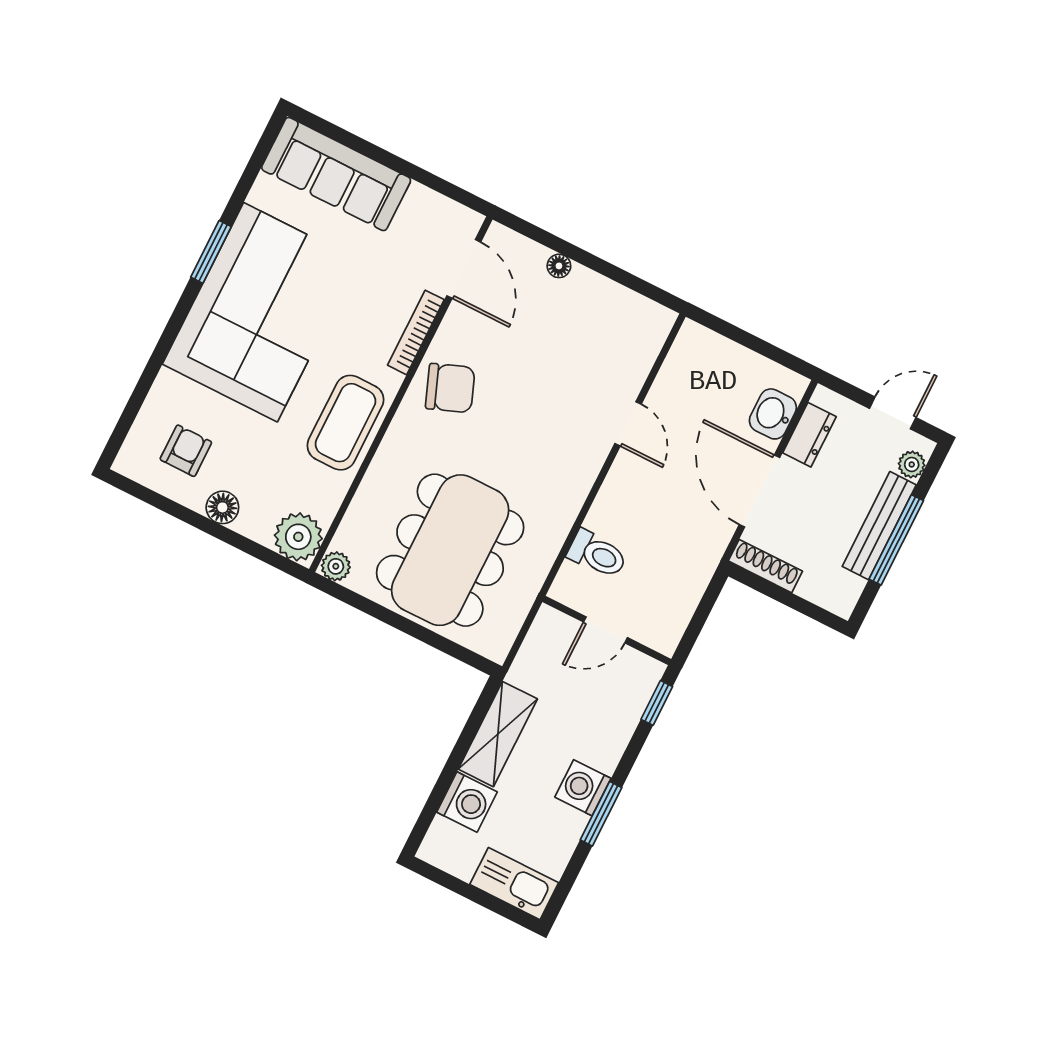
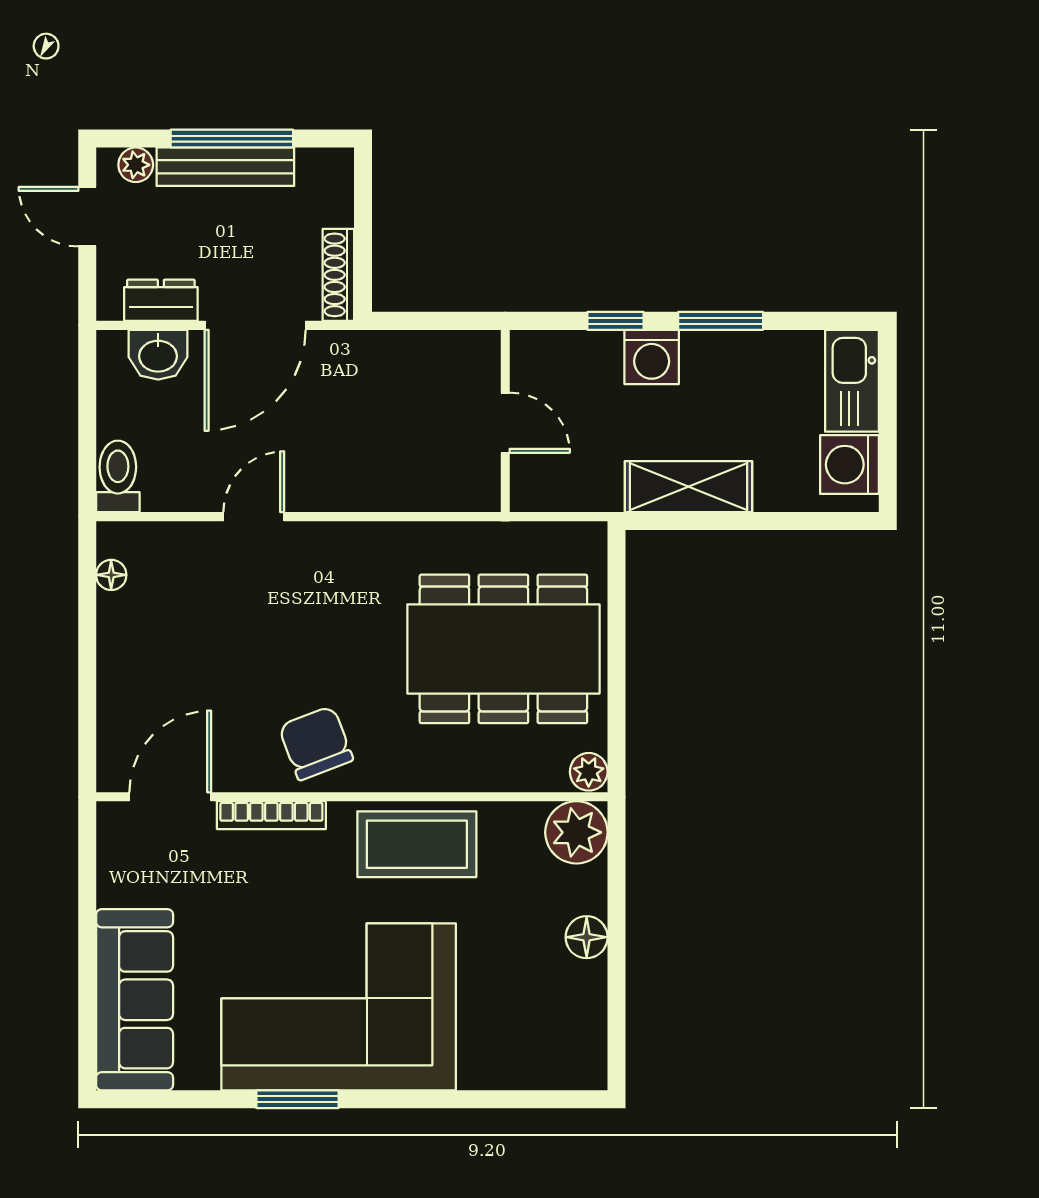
floor lamp: (559, 266) -> (111, 575), moved
armchair: (186, 451) -> (542, 1013), removed
toilet: (597, 554) -> (118, 476), moved
window: (657, 703) -> (615, 321), moved
washing machine: (583, 788) -> (652, 357), moved
washing machine: (467, 802) -> (849, 465), moved, turned -90

